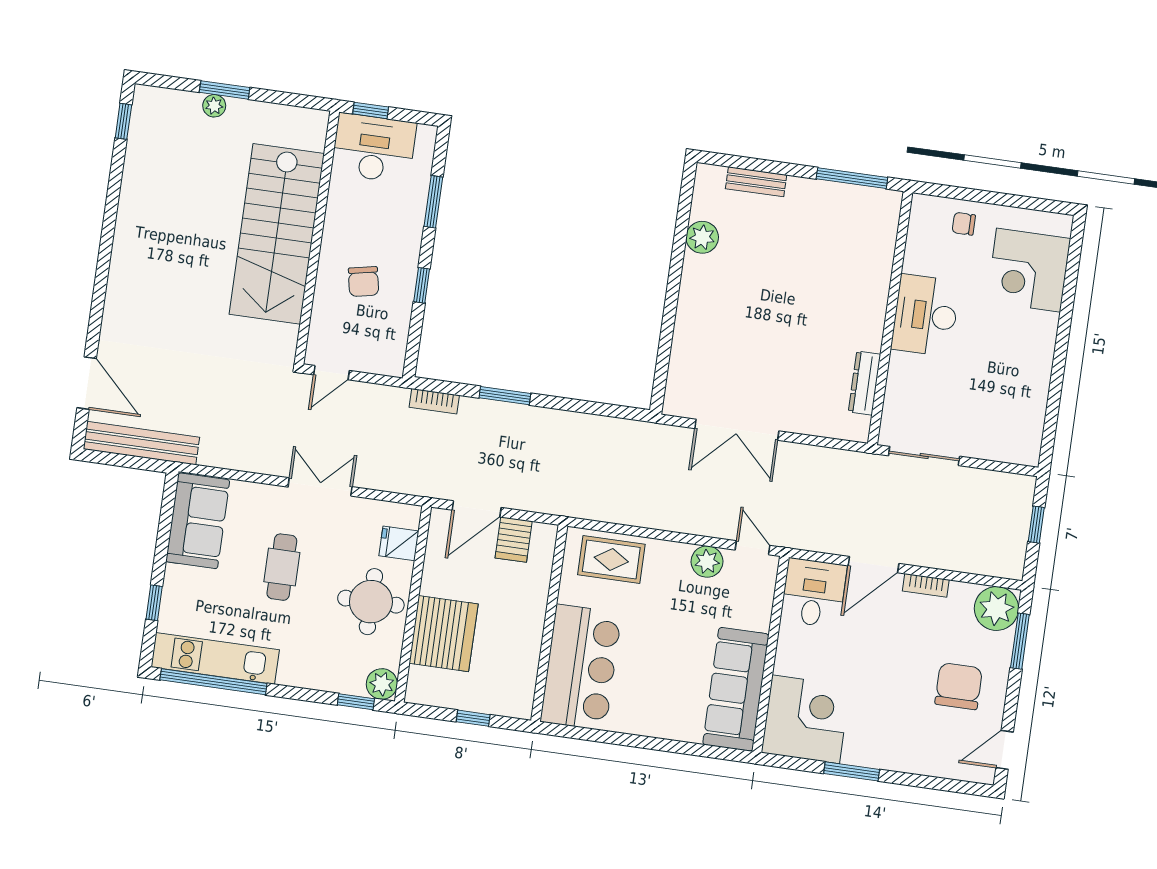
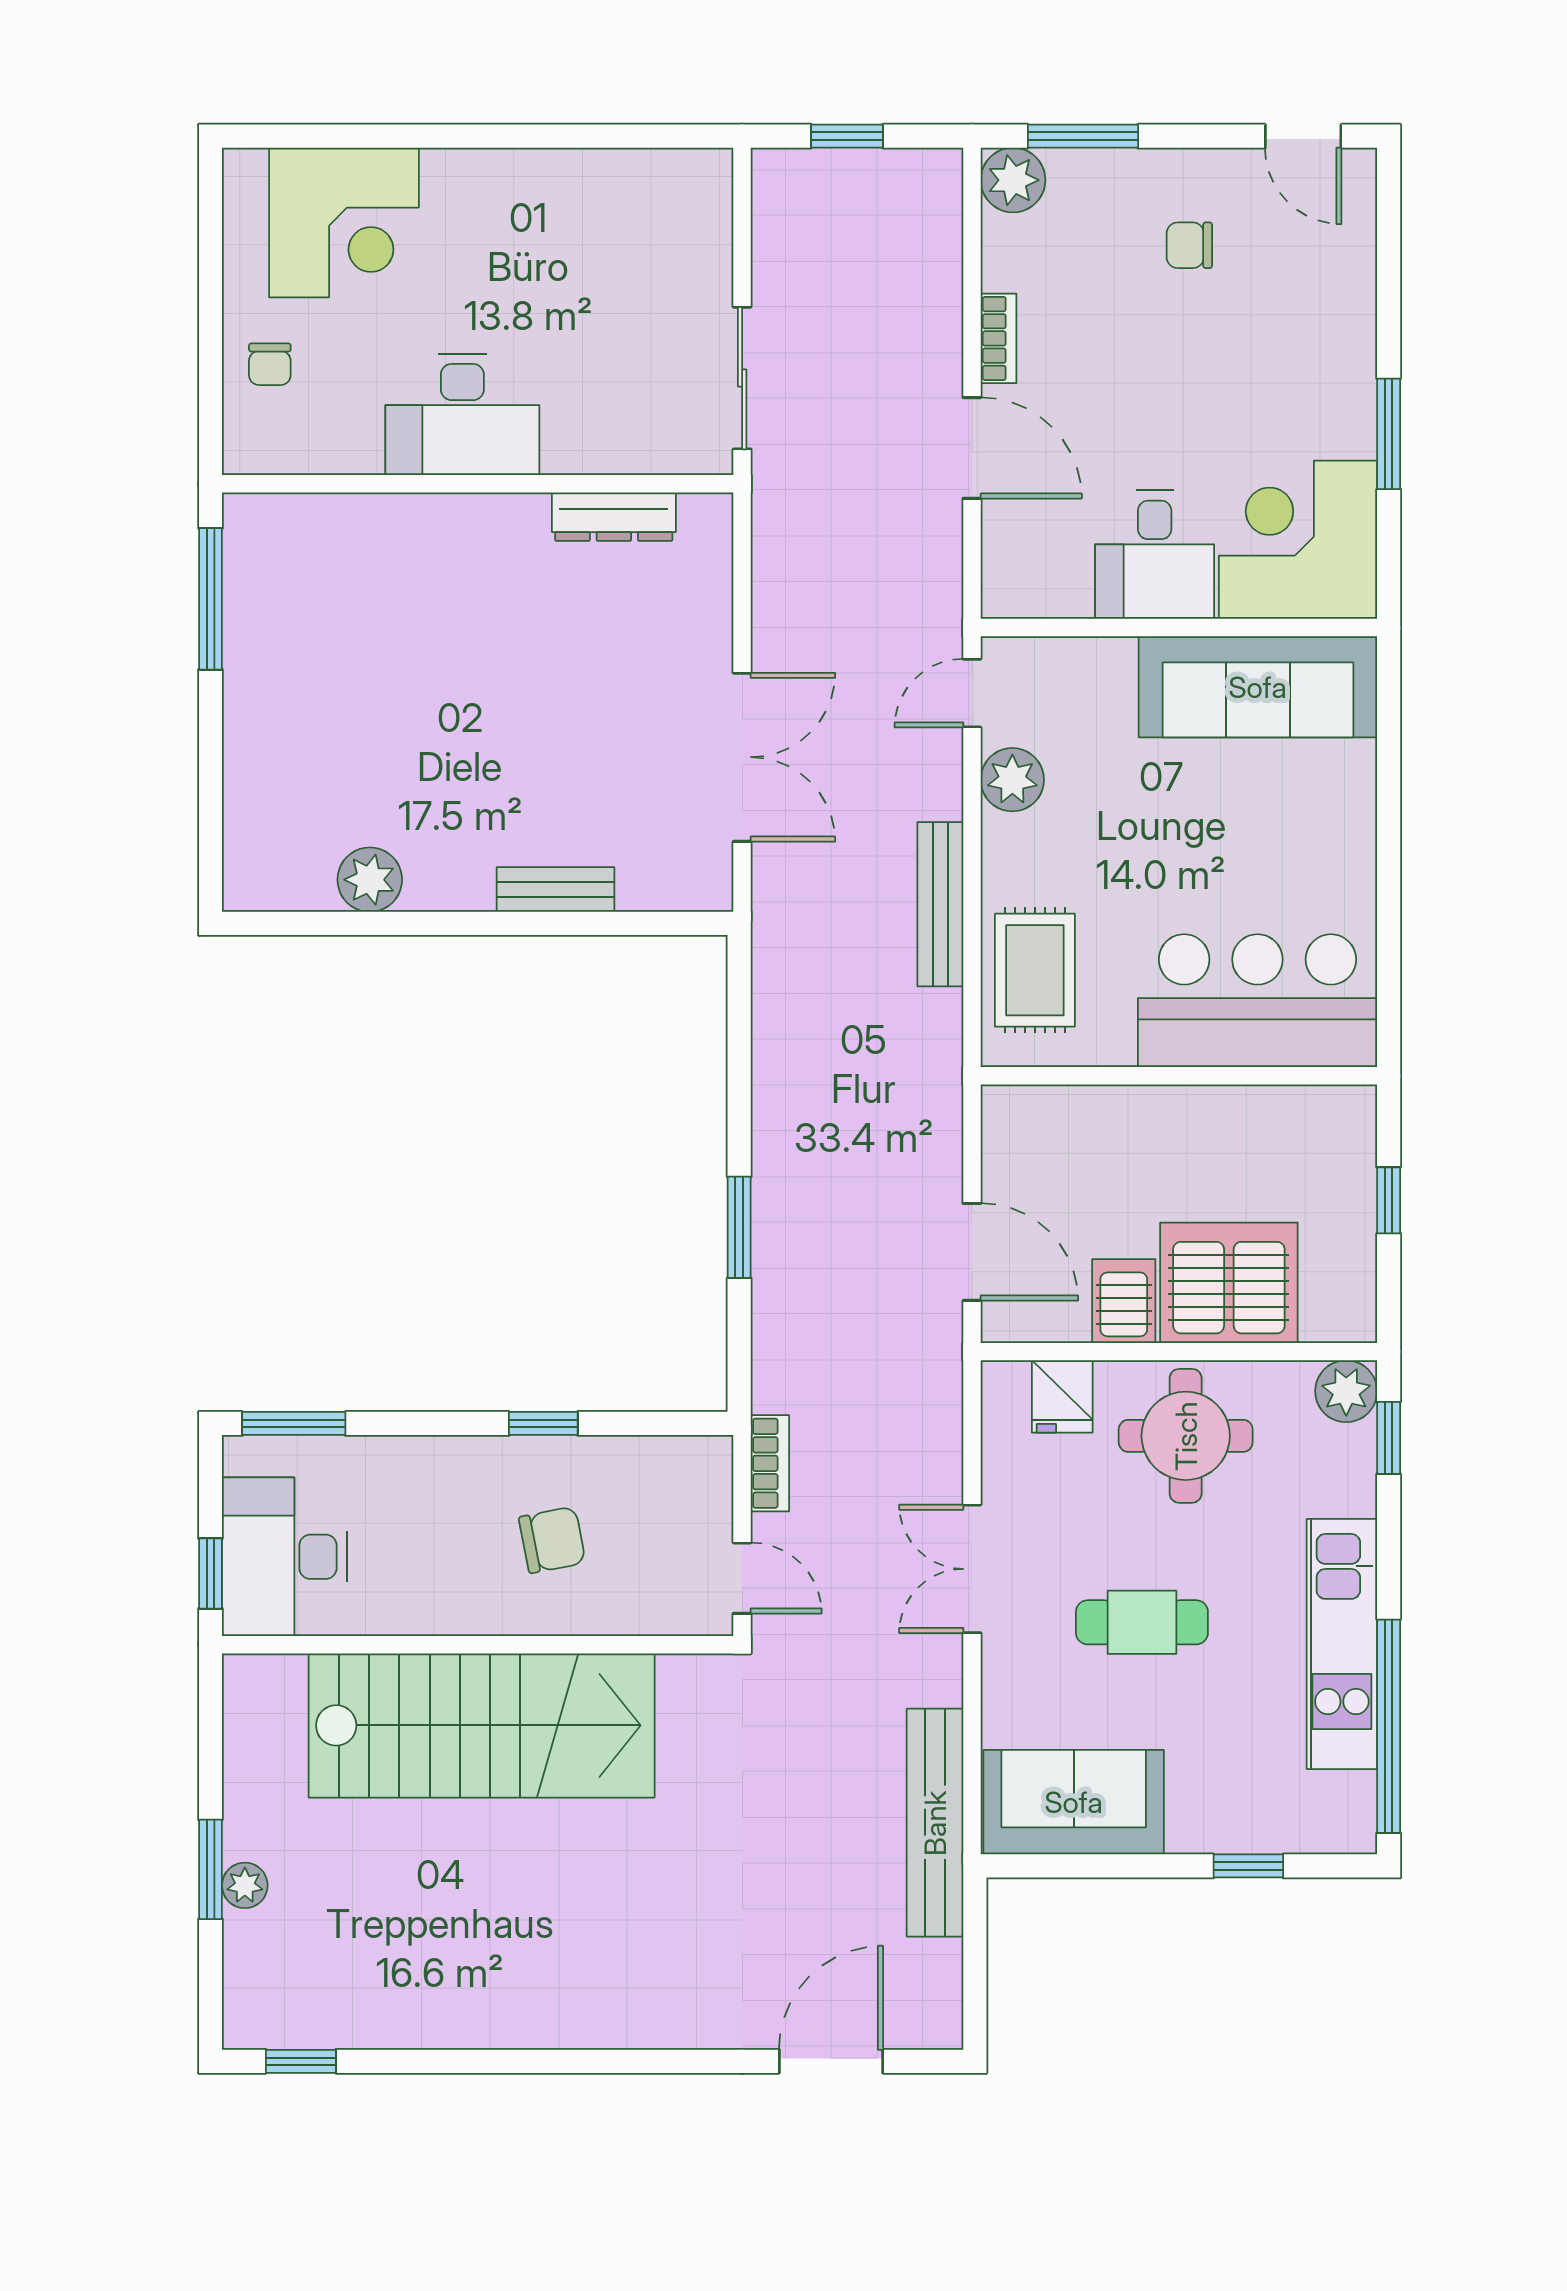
bench: (756, 182) -> (555, 890), moved, turned 90
window: (433, 202) -> (294, 1423), moved
bookcase: (434, 401) -> (770, 1463), moved
bench: (141, 443) -> (935, 1823), moved
bench: (650, 517) -> (940, 904), added
server rack: (514, 540) -> (1124, 1301), moved, turned -90
desk: (814, 593) -> (1155, 555), moved, turned -90
plant: (996, 609) -> (1013, 180), width x0.73, depth x0.73
kitchen unit: (215, 658) -> (1342, 1644), moved
chair: (959, 686) -> (1189, 245), width x0.54, depth x0.54

